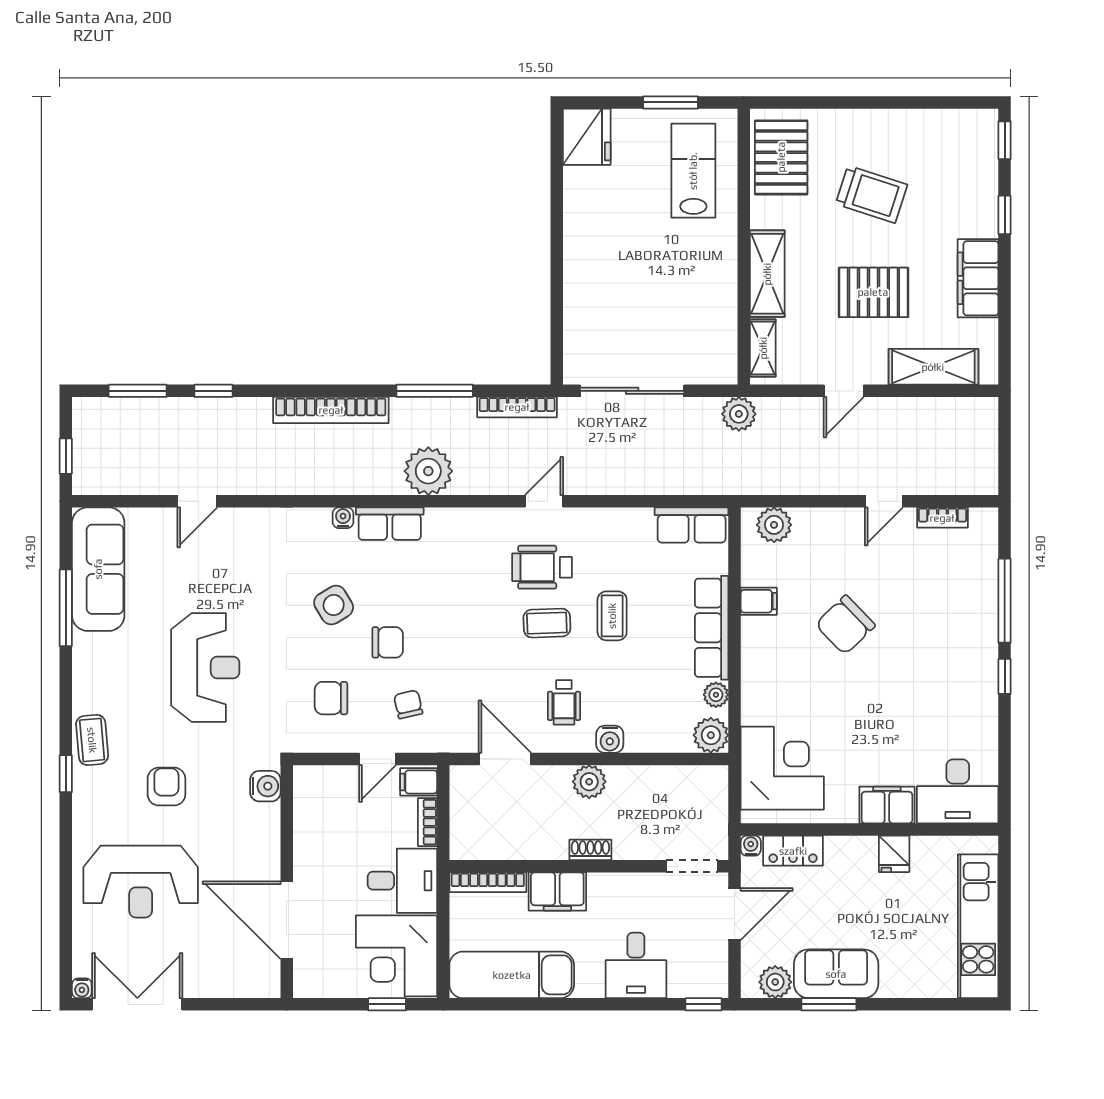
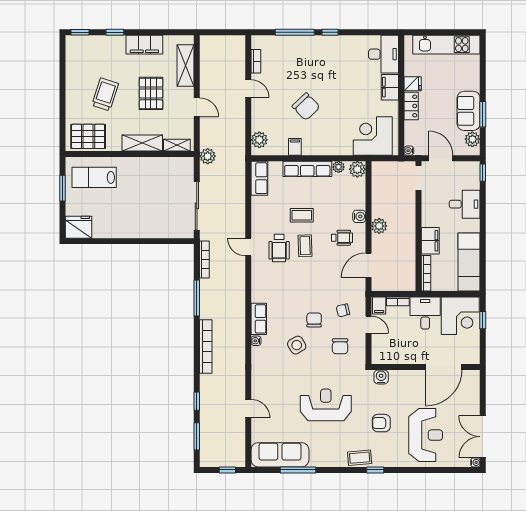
plant: (428, 471) -> (234, 301), removed
shoe rack: (590, 850) -> (411, 225), removed
locker: (793, 851) -> (411, 106), moved

